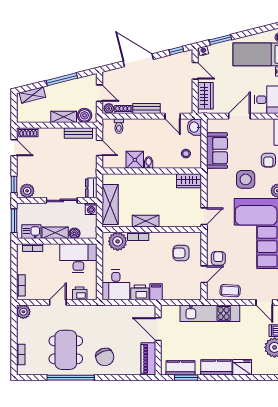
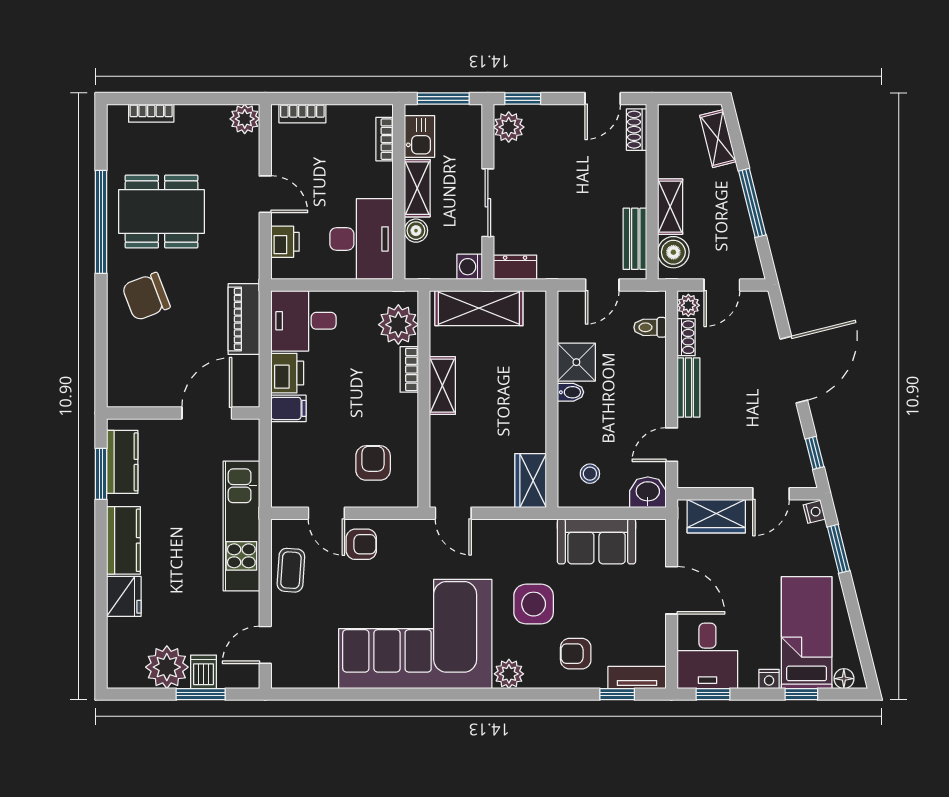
piano: (148, 359) -> (244, 319), moved, turned -90

